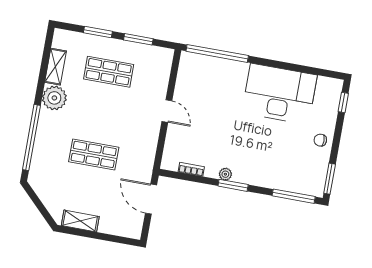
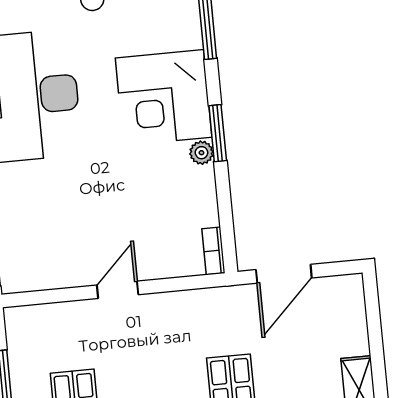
corner desk: (259, 163) -> (164, 98), added
bookcase: (191, 169) -> (213, 251), moved

